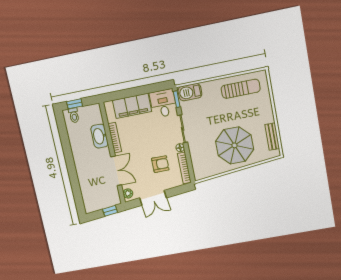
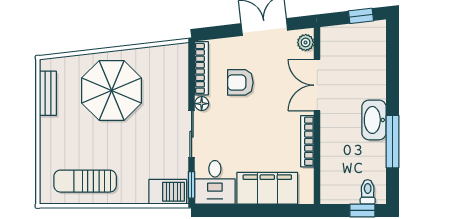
washbasin: (100, 136) -> (374, 120), moved, turned 180
window: (66, 147) -> (393, 142), added
window: (110, 211) -> (361, 16), moved

